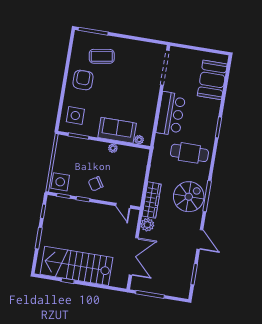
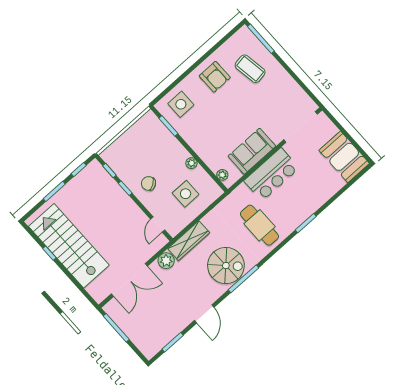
armchair: (83, 80) -> (215, 77), turned 90
booth: (212, 80) -> (344, 157), moved, turned 90
sofa: (117, 130) -> (252, 151), moved, turned -90
side table: (60, 182) -> (186, 194), moved

